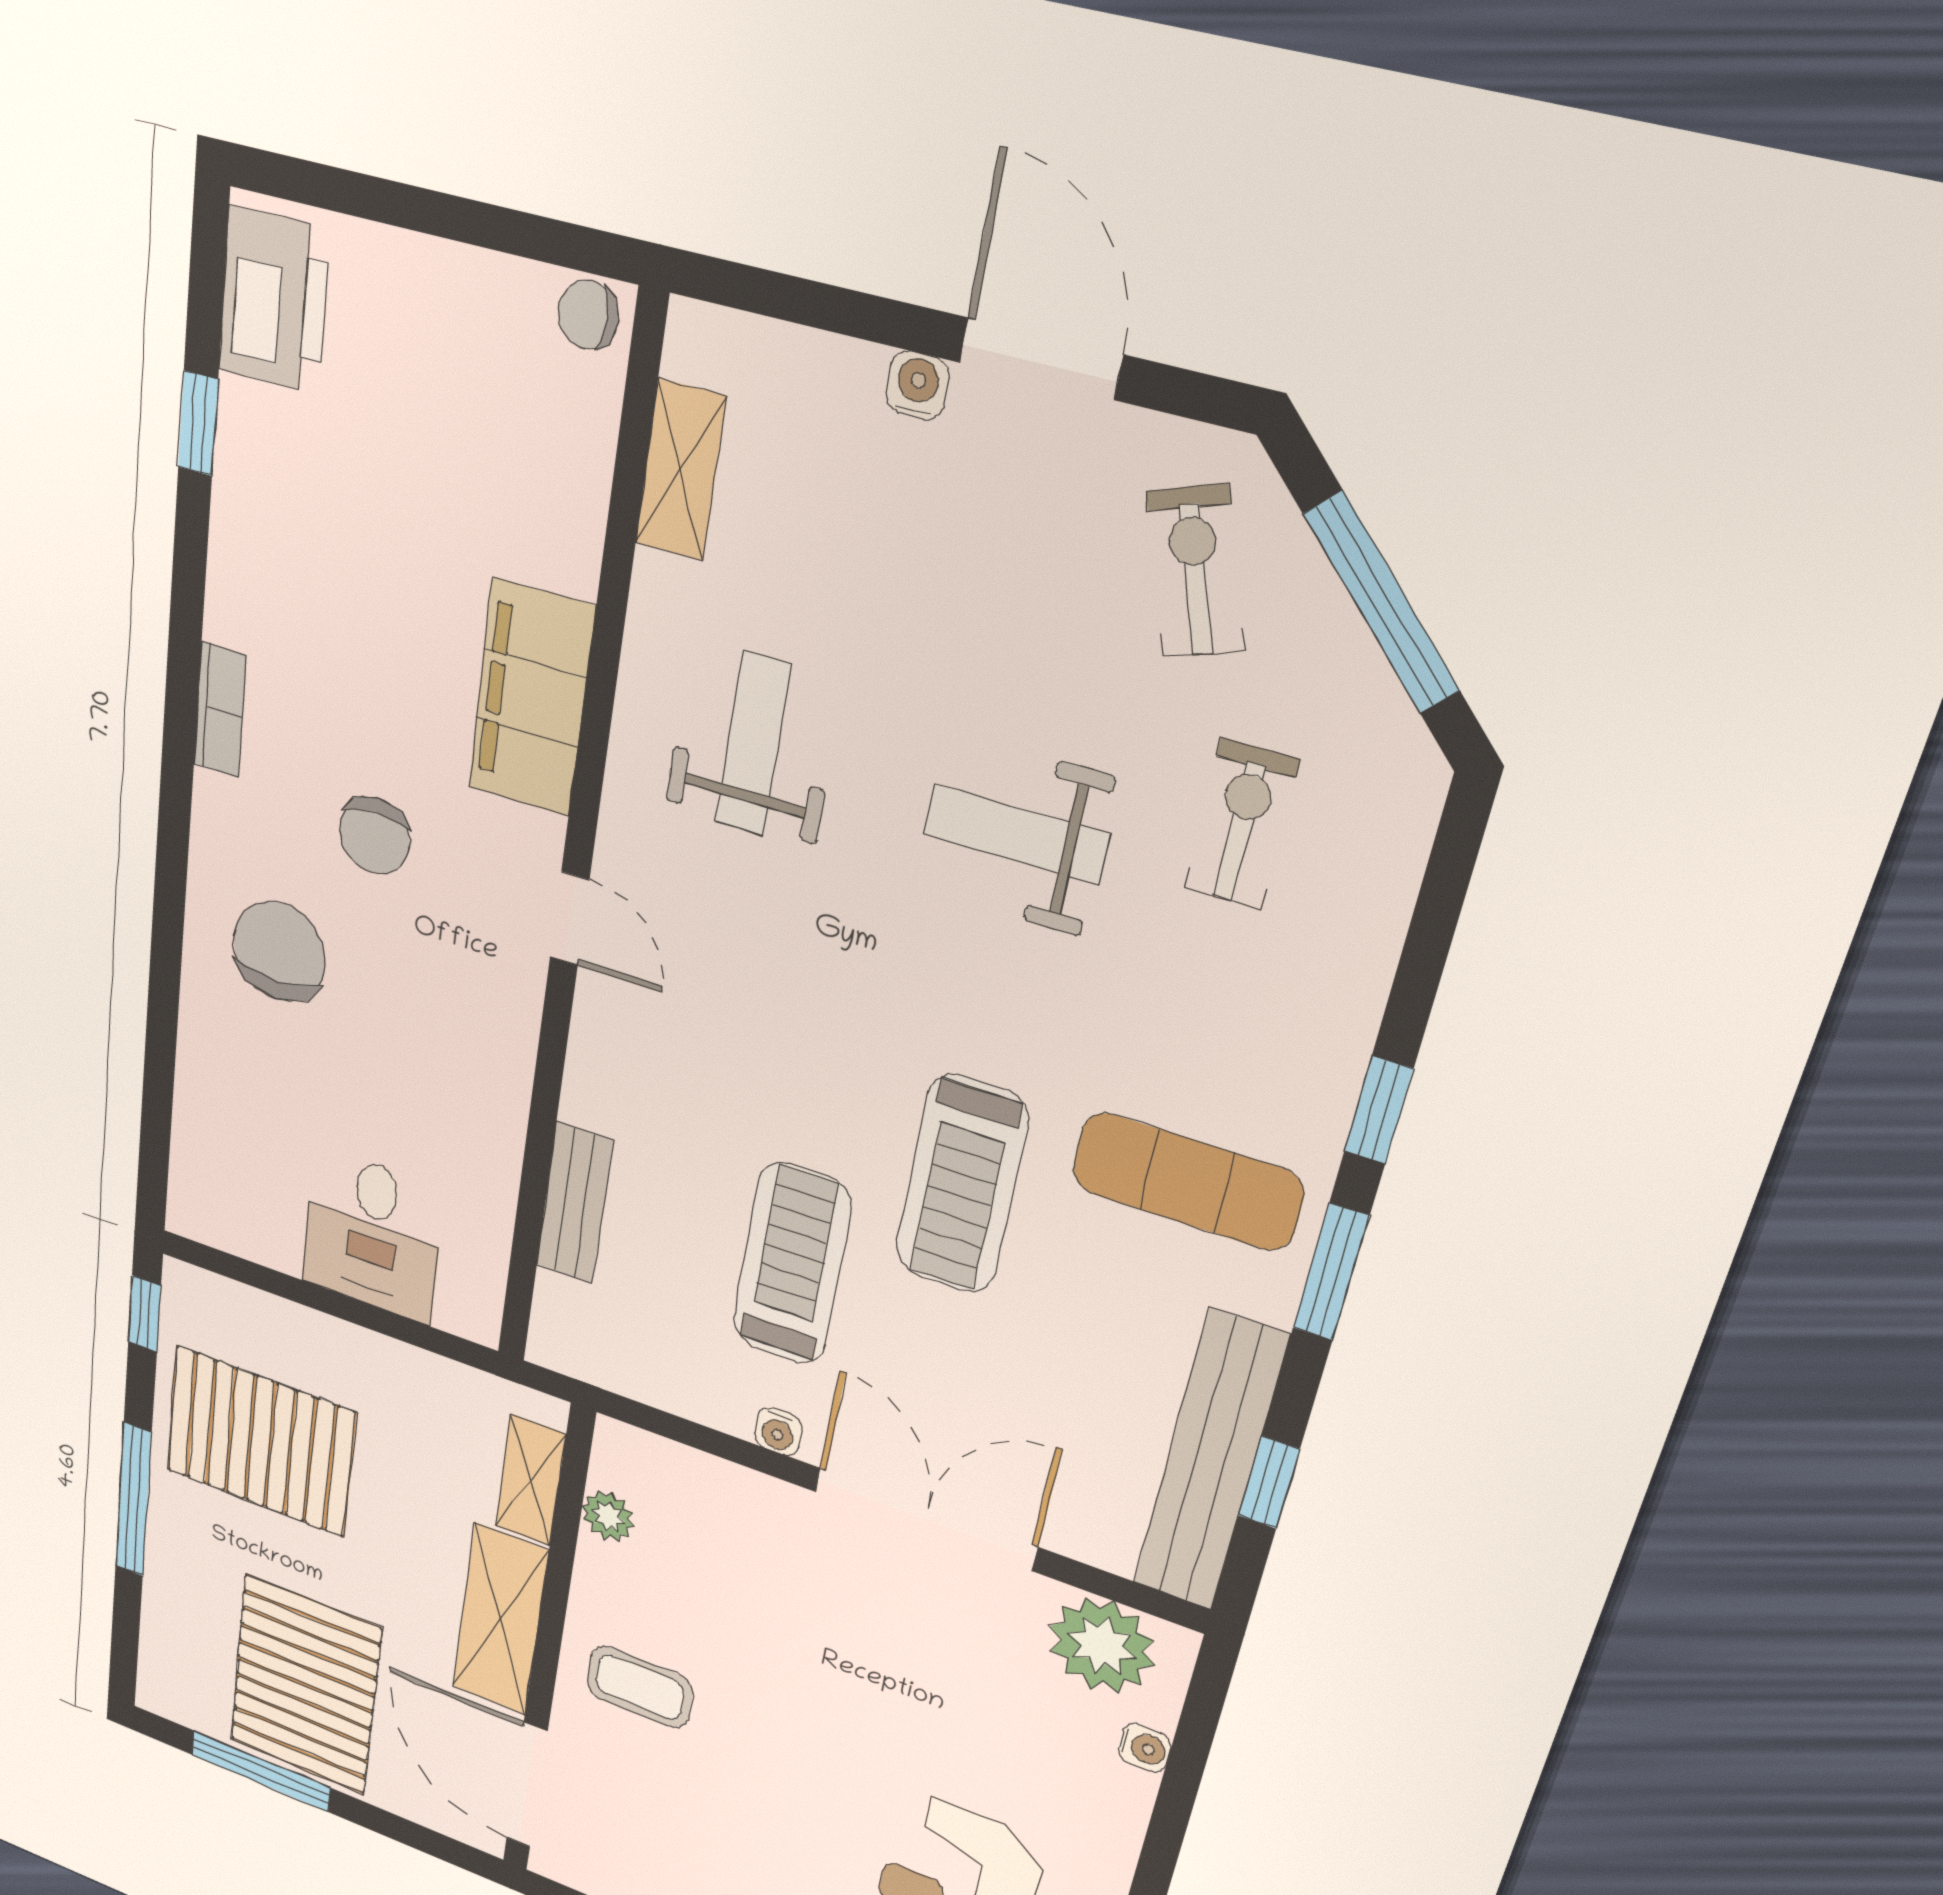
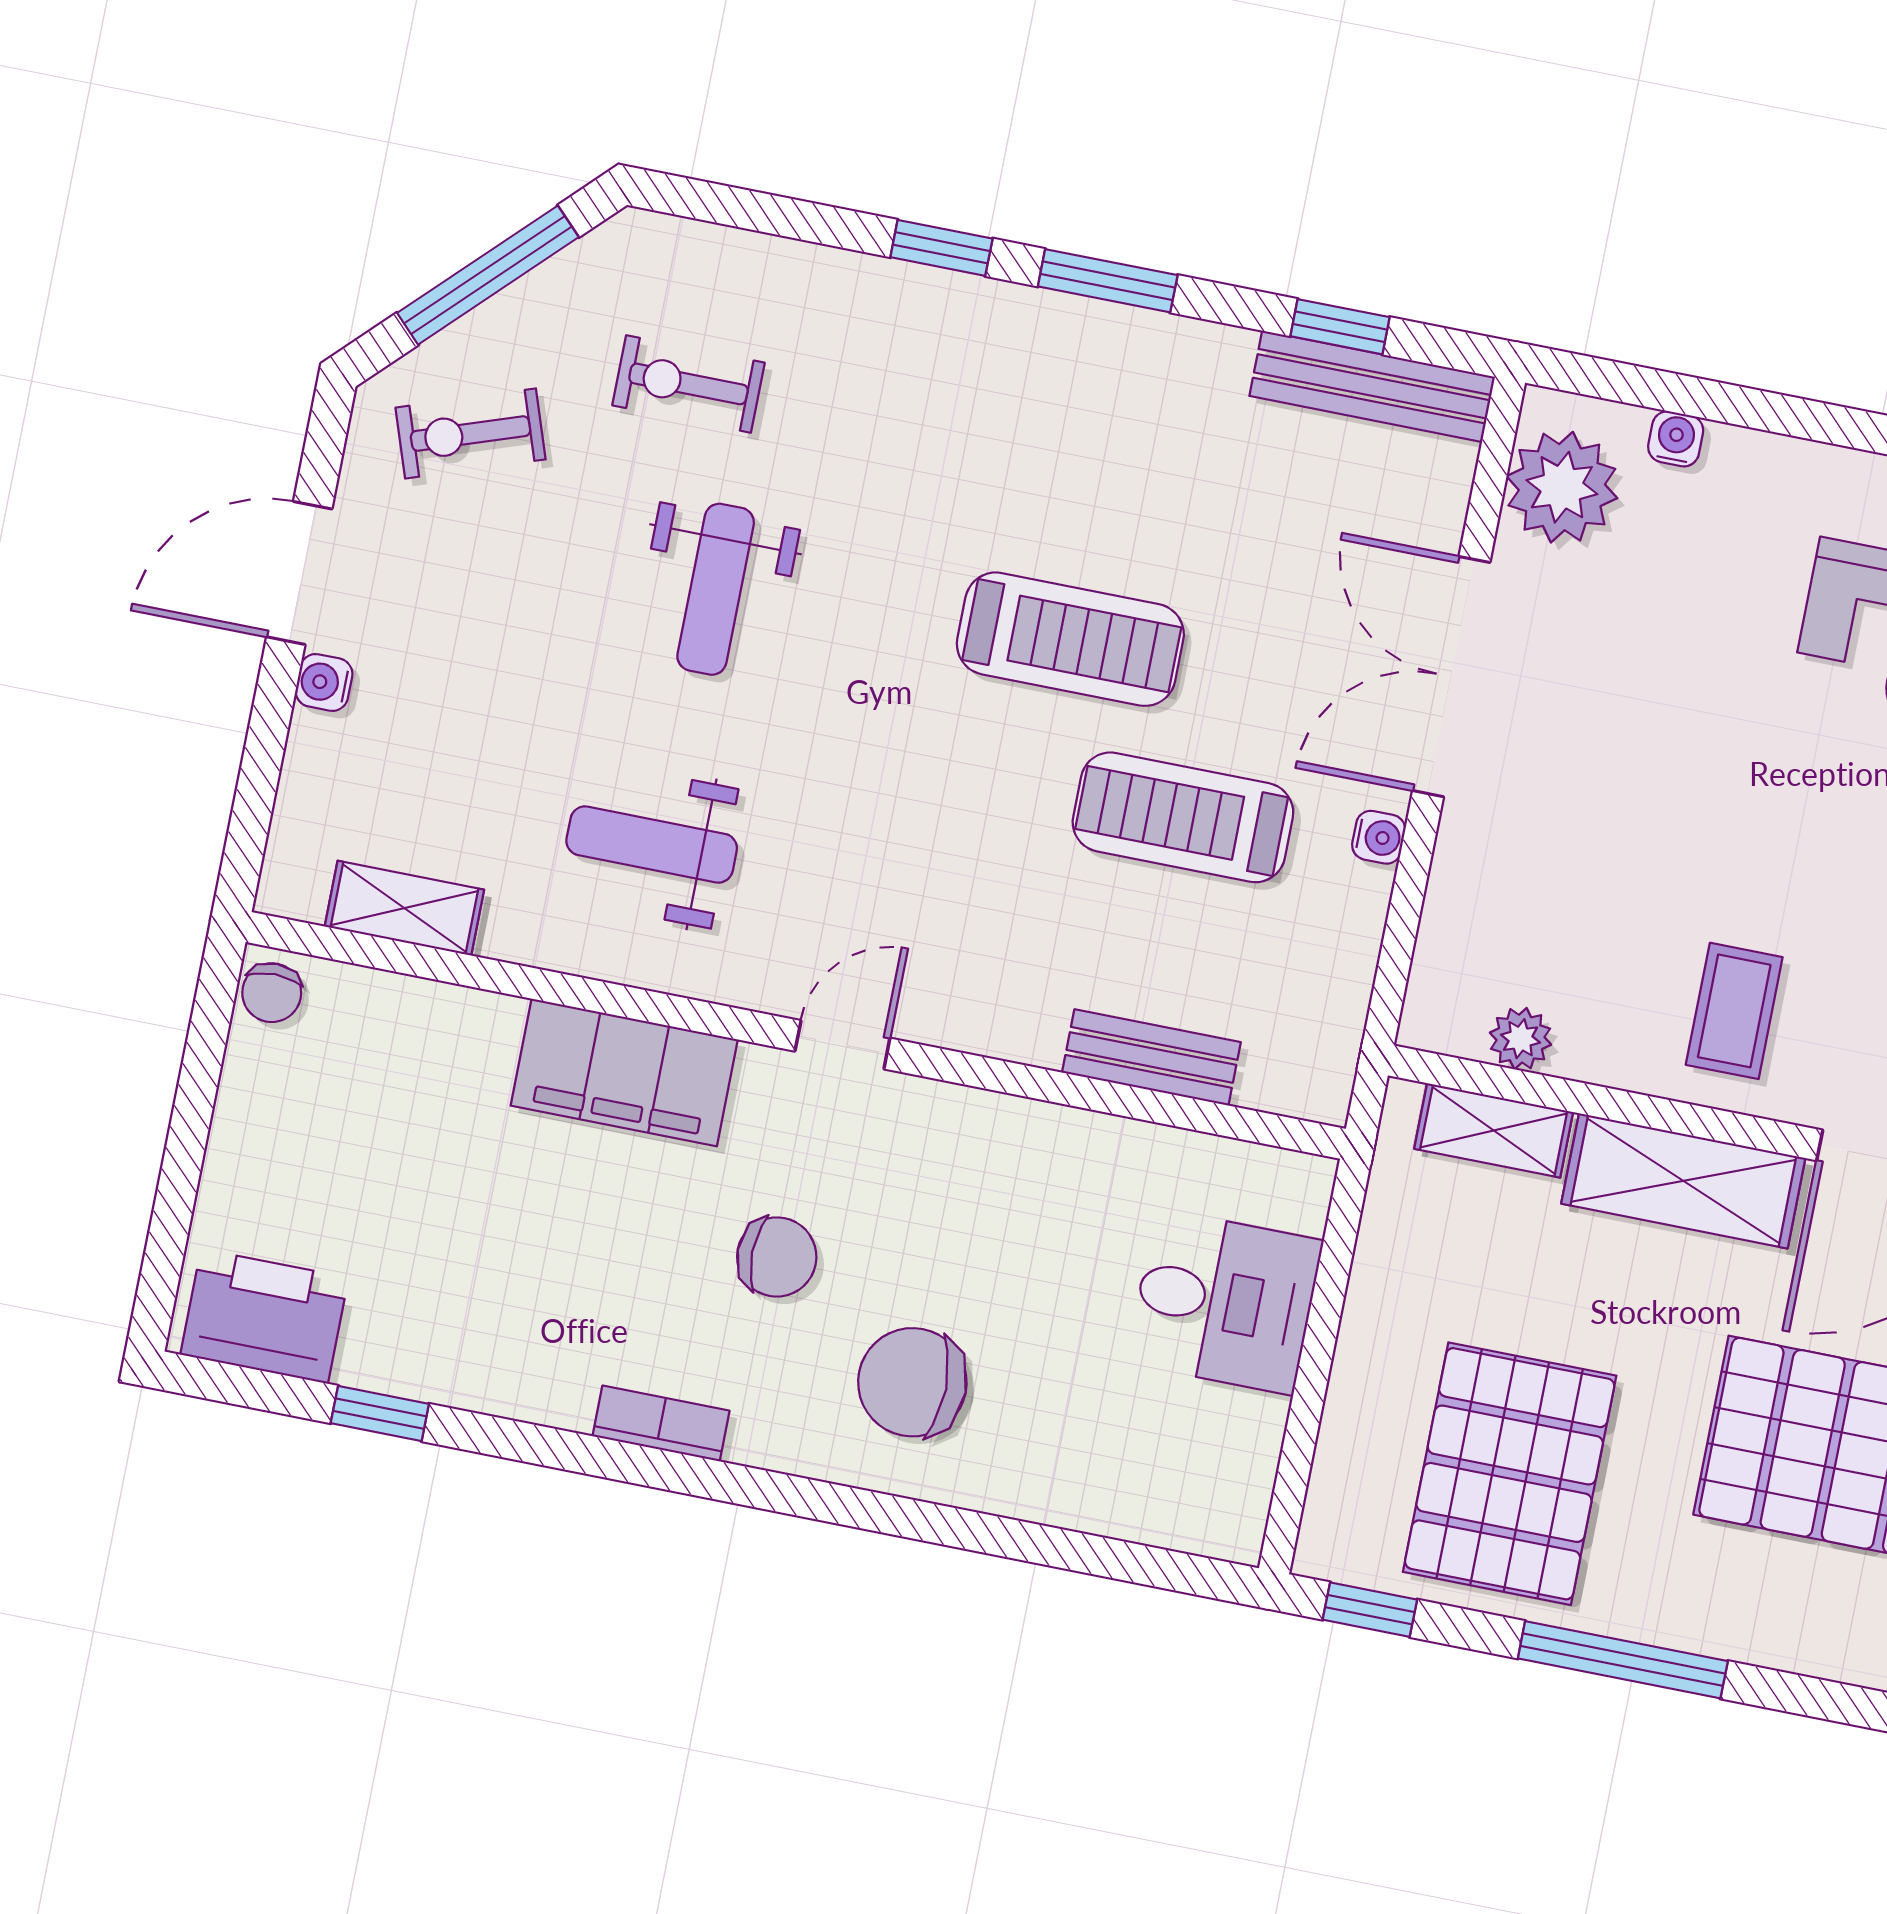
exercise mat: (1187, 1181) -> (1036, 419), removed
bench: (1210, 1462) -> (1372, 386), width x0.73, depth x0.82

